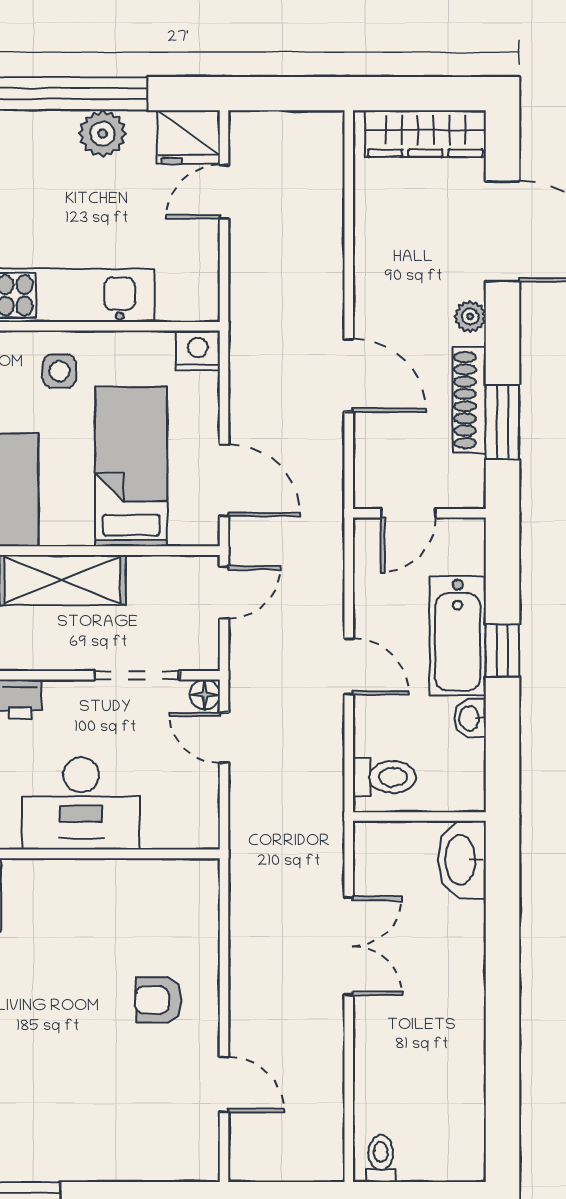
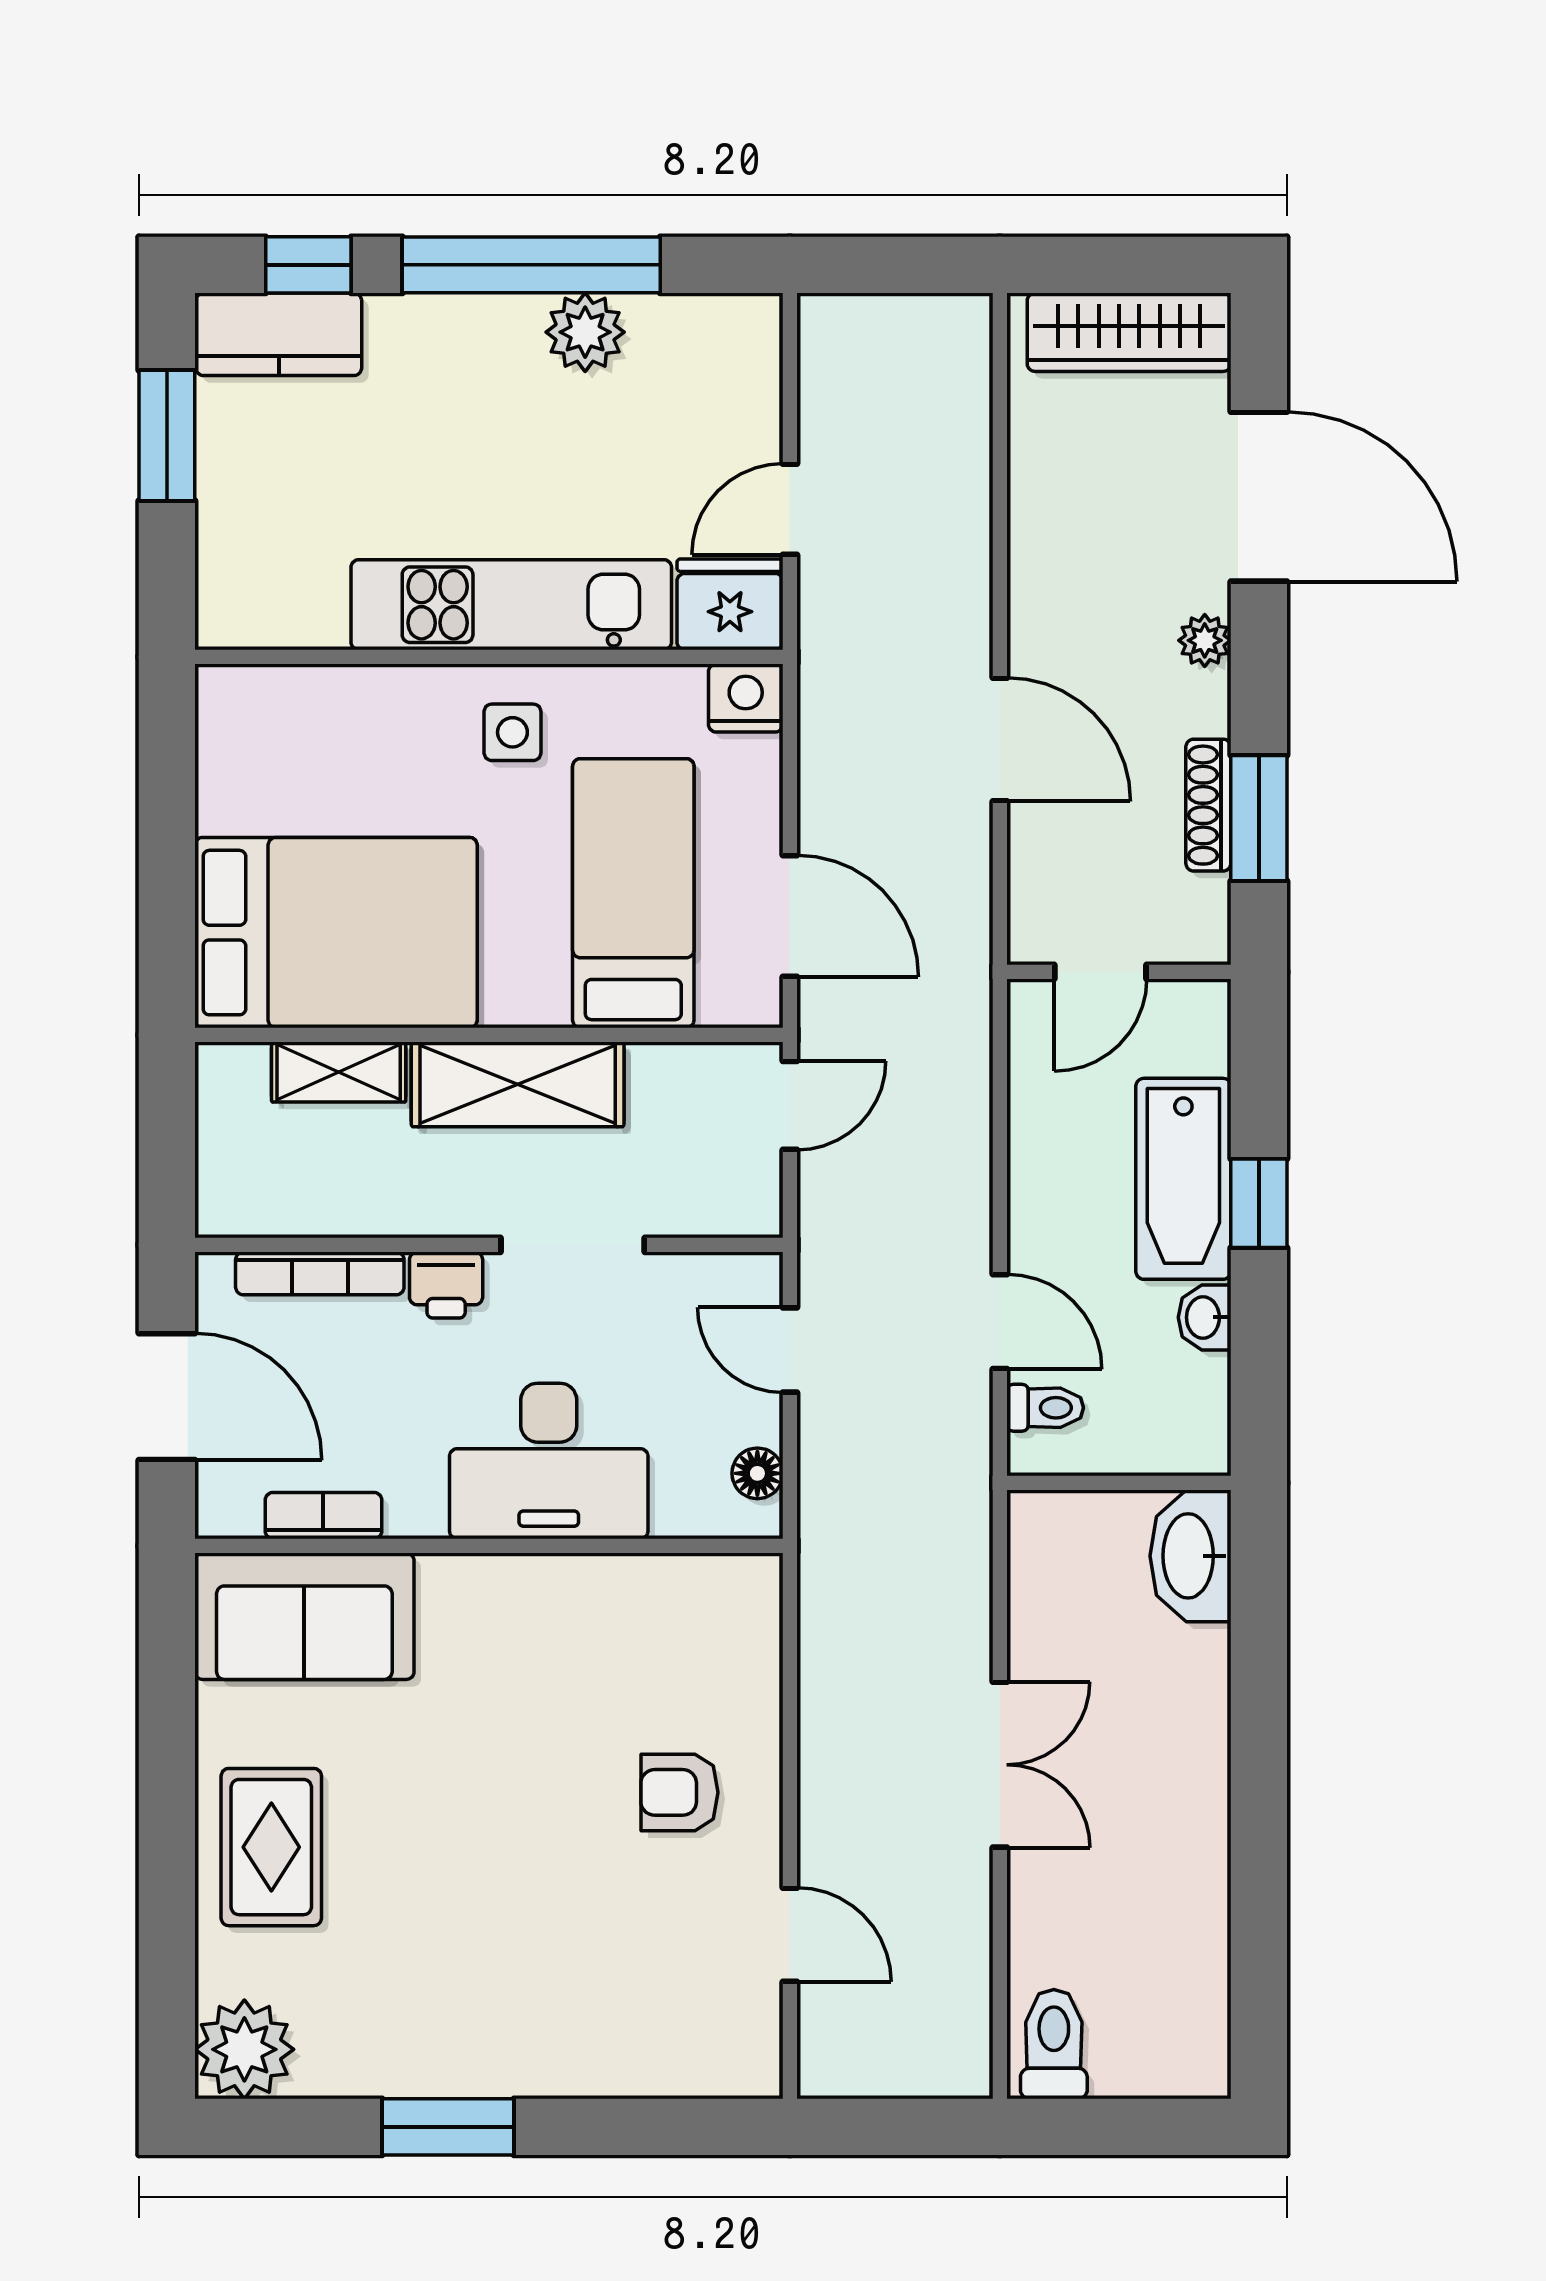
fridge: (189, 137) -> (730, 604), moved, turned 180
door: (224, 192) -> (790, 509), moved
shoe rack: (469, 400) -> (1208, 805), width x0.74, depth x0.81
door: (349, 666) -> (1000, 1322), moved
doorway: (137, 675) -> (573, 1245), moved
floor lamp: (205, 694) -> (757, 1473), moved
toilet: (384, 777) -> (1045, 1408), width x0.73, depth x0.72
double door: (349, 946) -> (1000, 1765), moved
toilet: (381, 1159) -> (1054, 2044), width x1.37, depth x1.39

